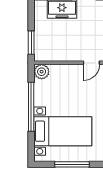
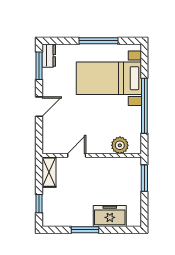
plant: (42, 72) -> (120, 145), moved

